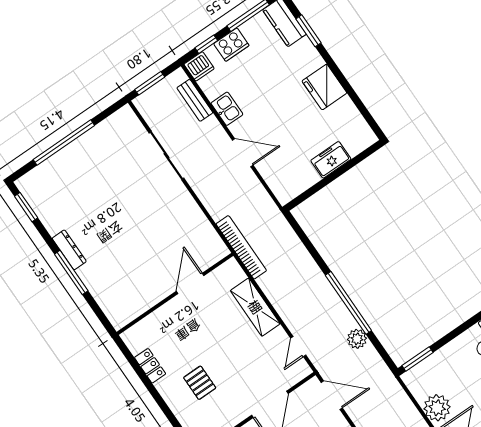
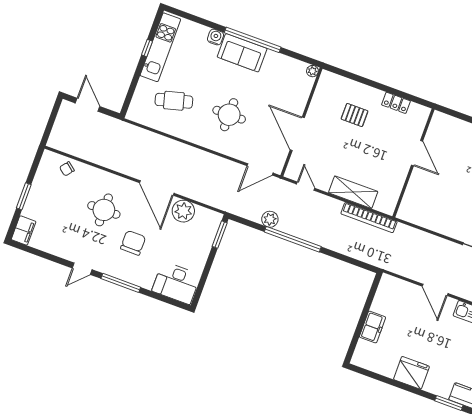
door: (243, 153) -> (435, 290), hinge flipped
bookcase: (241, 247) -> (369, 218), moved
door: (190, 283) -> (417, 153), moved

